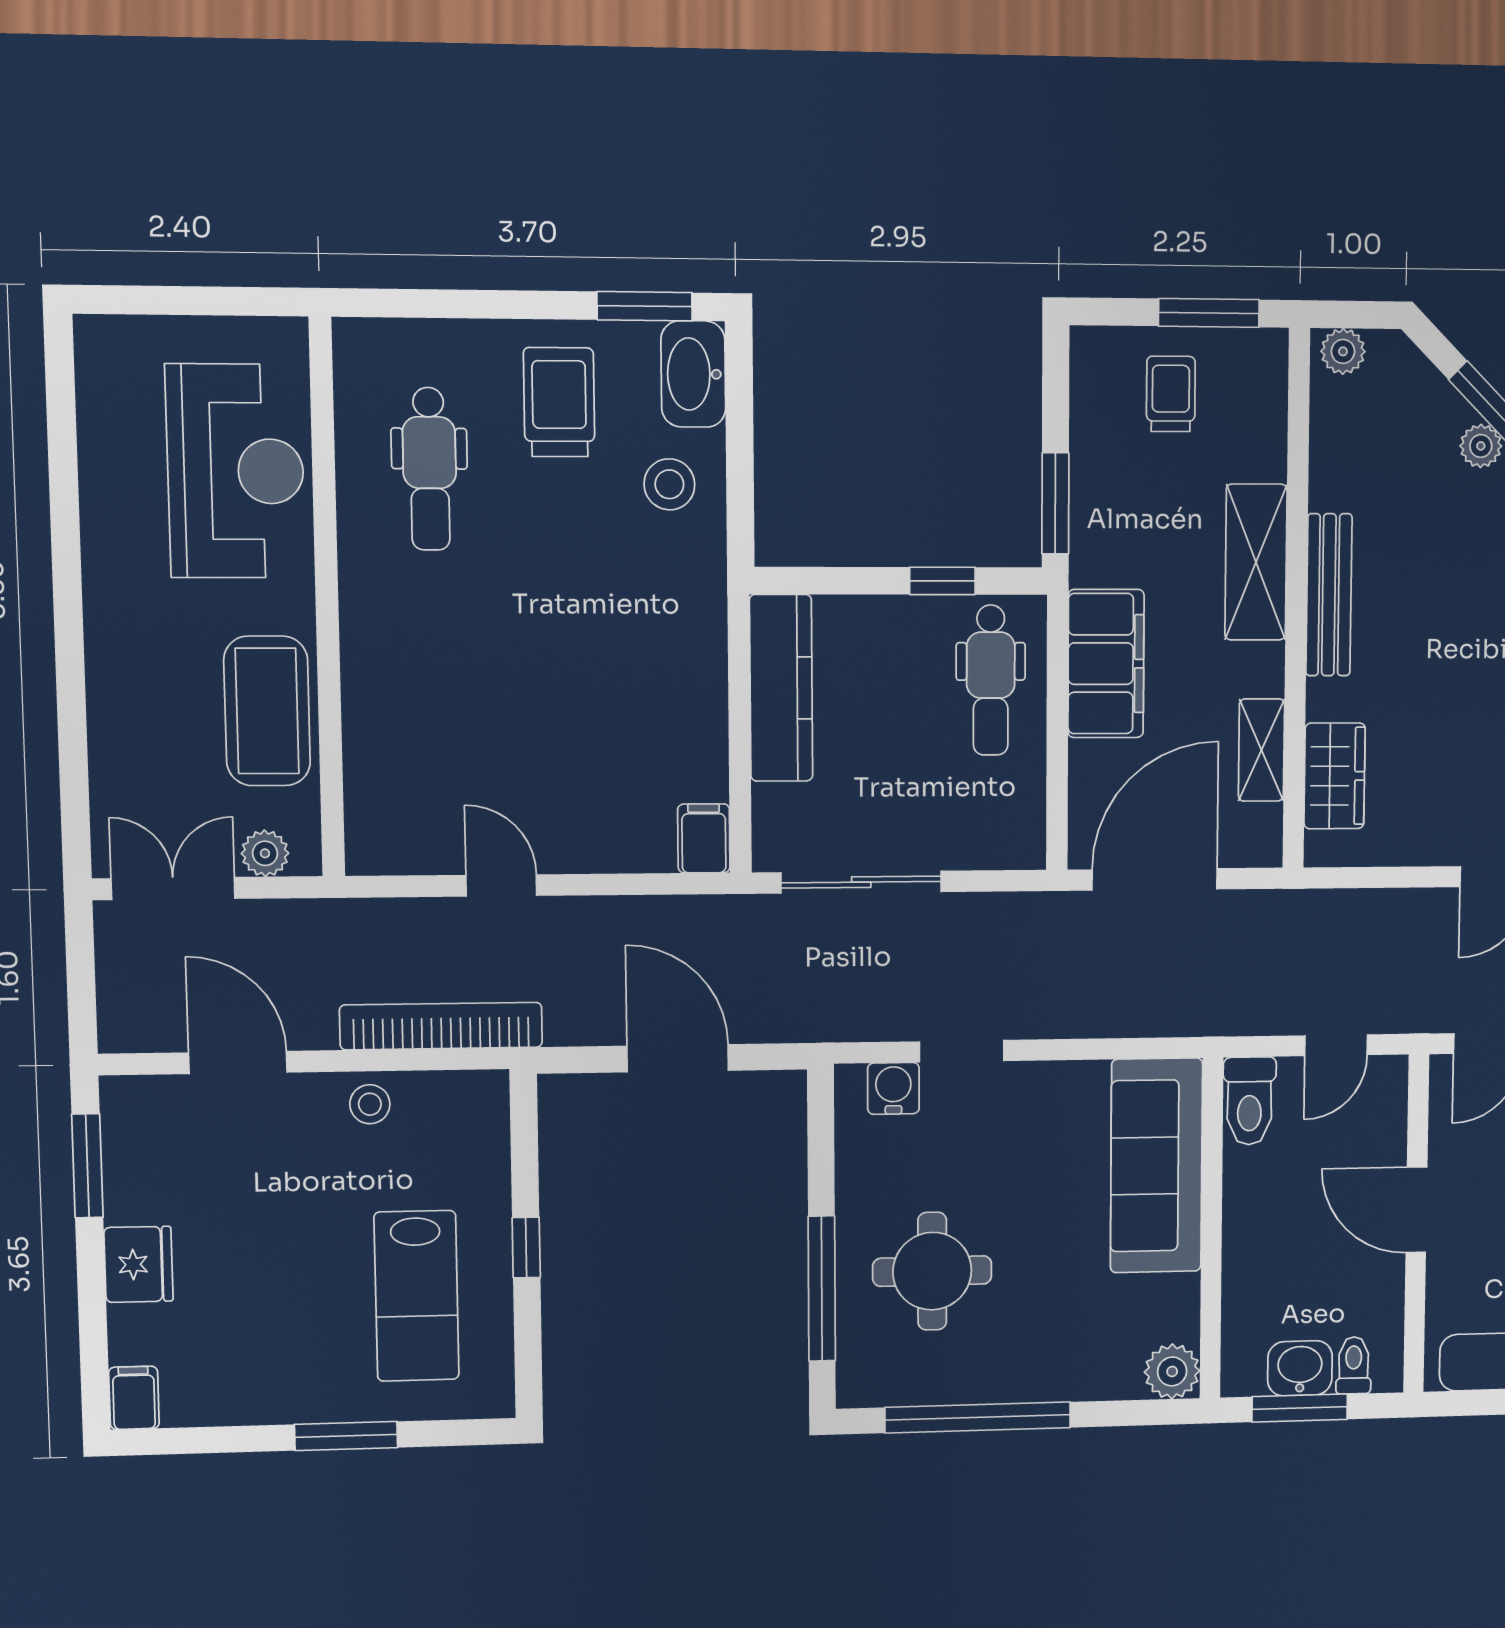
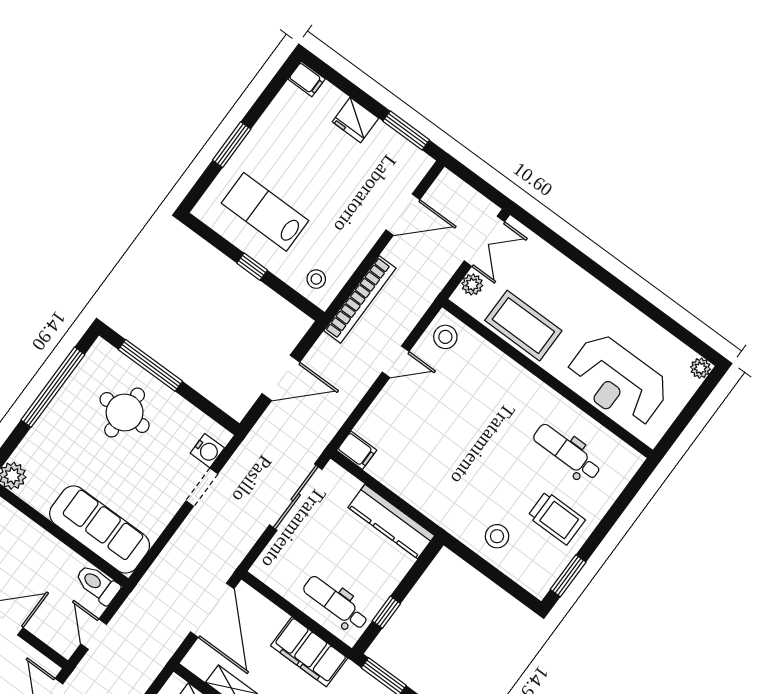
plant: (96, 337) -> (700, 368), added
washbasin: (693, 374) -> (531, 575), removed
stool: (392, 832) -> (445, 337), added
stool: (370, 1104) -> (316, 279), moved

